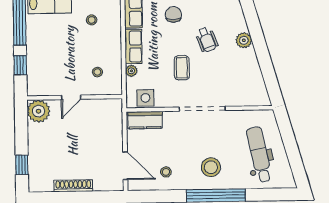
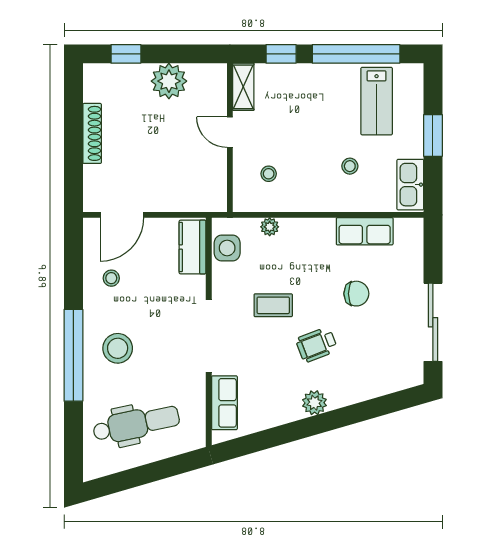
row of seats: (133, 46) -> (224, 403), moved, turned -90
shelving: (42, 89) -> (243, 87), added
plant: (38, 111) -> (169, 81), moved

